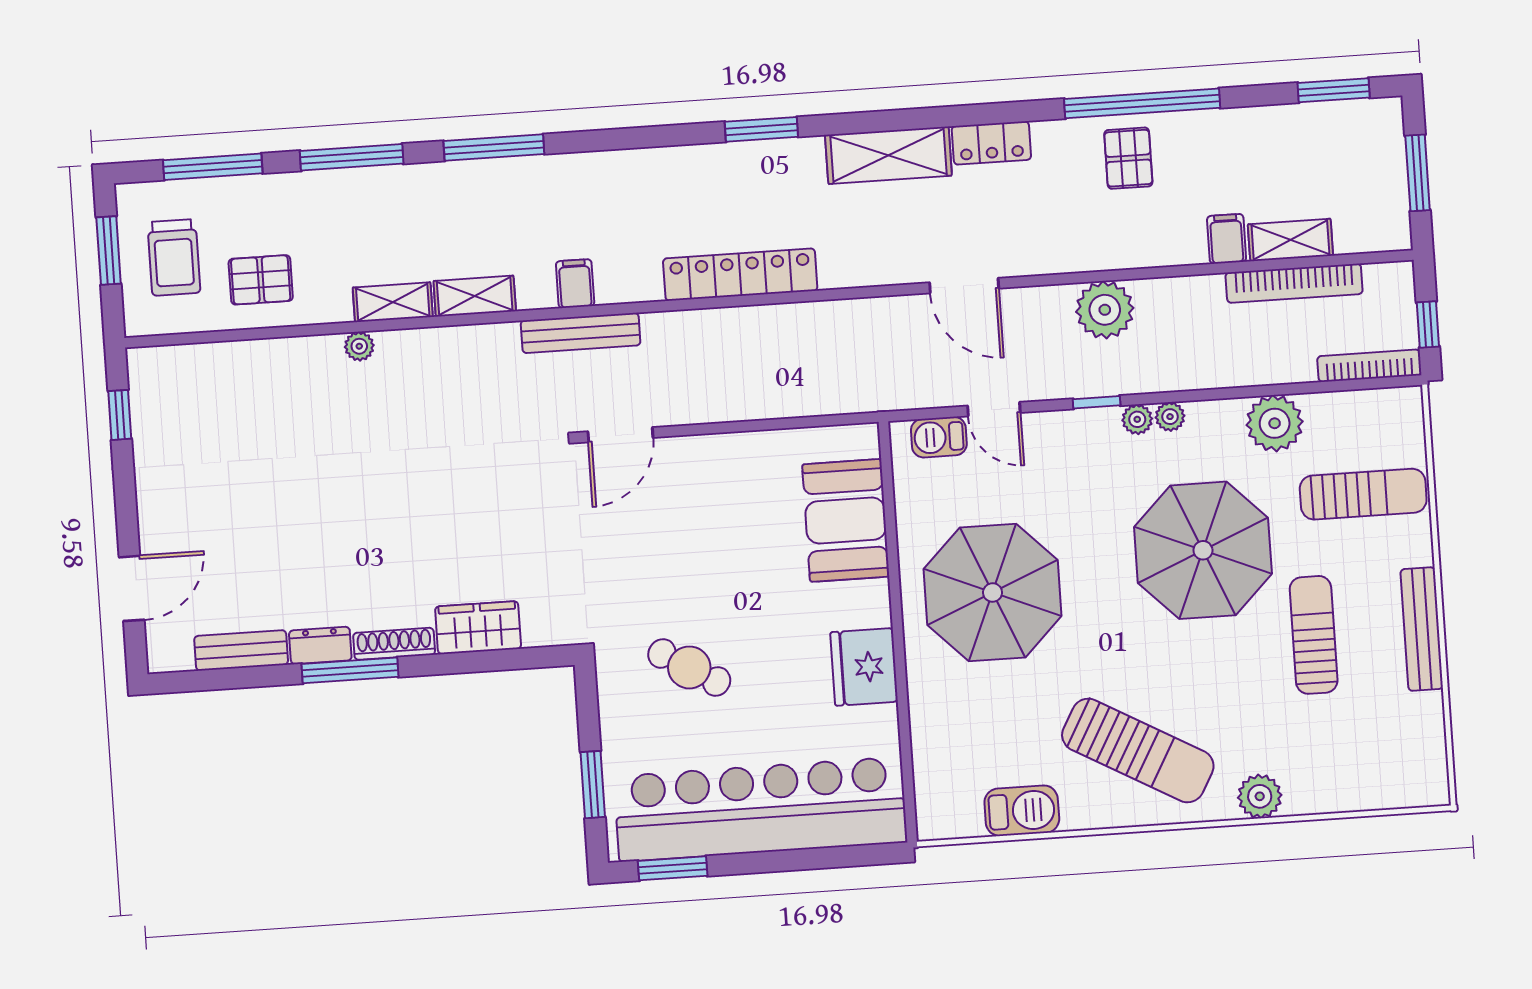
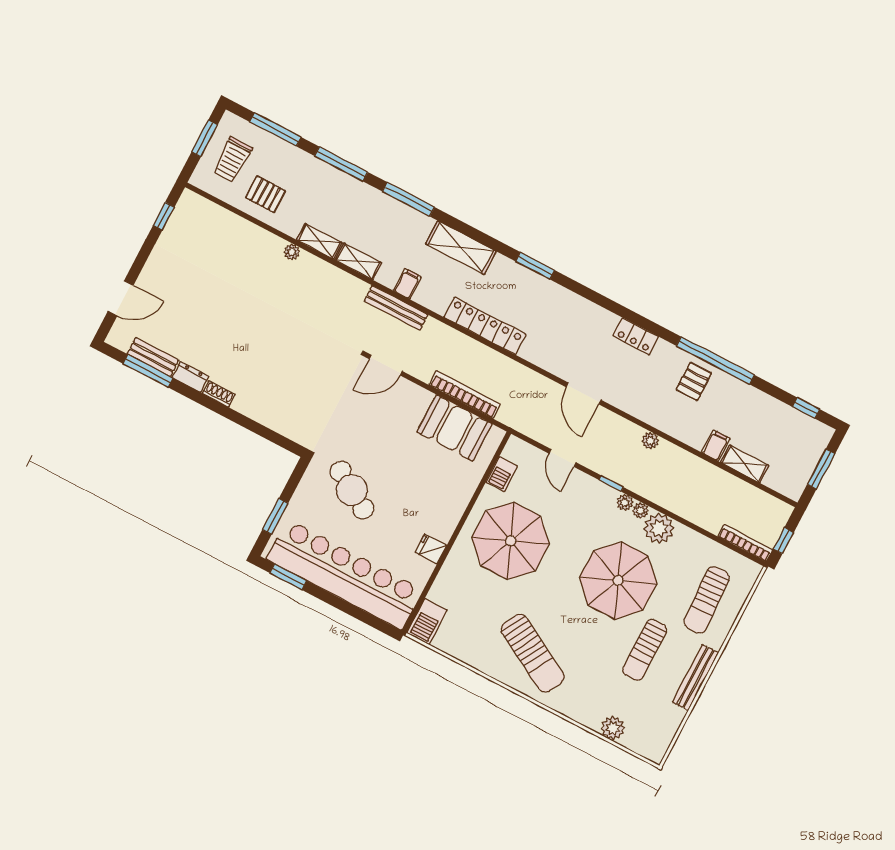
window: (1334, 90) -> (806, 408), width x0.67
shelving: (888, 155) -> (461, 248), moved
bookcase: (1294, 283) -> (465, 395), moved, turned 180
plant: (1105, 310) -> (650, 441), width x0.53, depth x0.53
plant: (1275, 423) -> (659, 528), moved
barbecue: (939, 437) -> (502, 474), moved, turned -90
sun lounger: (1363, 494) -> (707, 600), turned 87
booth: (846, 520) -> (454, 428), moved, turned 90
wardrobe: (478, 628) -> (267, 413), removed
sun lounger: (1314, 635) -> (645, 650), turned 180
shoe rack: (394, 644) -> (219, 394), width x0.70
cafe table: (689, 667) -> (352, 490), width x1.37, depth x1.35
fridge: (864, 667) -> (431, 549), width x0.53, depth x0.75
window: (350, 670) -> (148, 371), moved
plant: (1260, 796) -> (613, 728), moved
barbecue: (1022, 811) -> (427, 622), moved, turned 90

